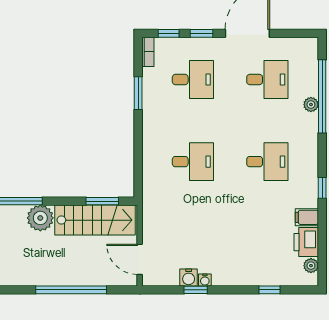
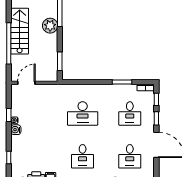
desk: (193, 162) -> (83, 113), width x1.37
stairs: (95, 220) -> (20, 31), moved, turned 180
water cooler: (189, 278) -> (16, 130), moved

